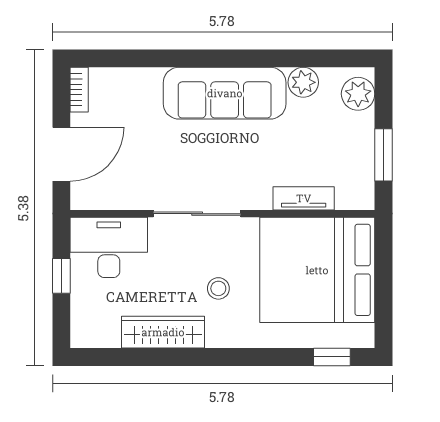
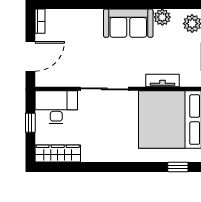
sofa: (225, 93) -> (128, 23), width x0.73
stool: (218, 288) -> (116, 130), removed
wardrobe: (163, 332) -> (58, 153), moved

